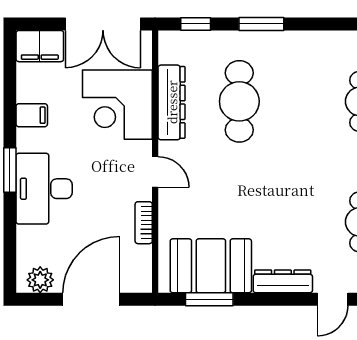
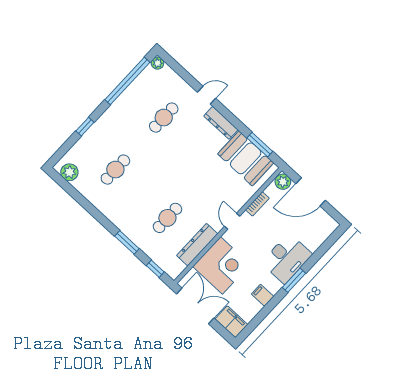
cafe table: (239, 101) -> (167, 218), width x0.73, depth x0.74
plant: (40, 280) -> (283, 182), moved

